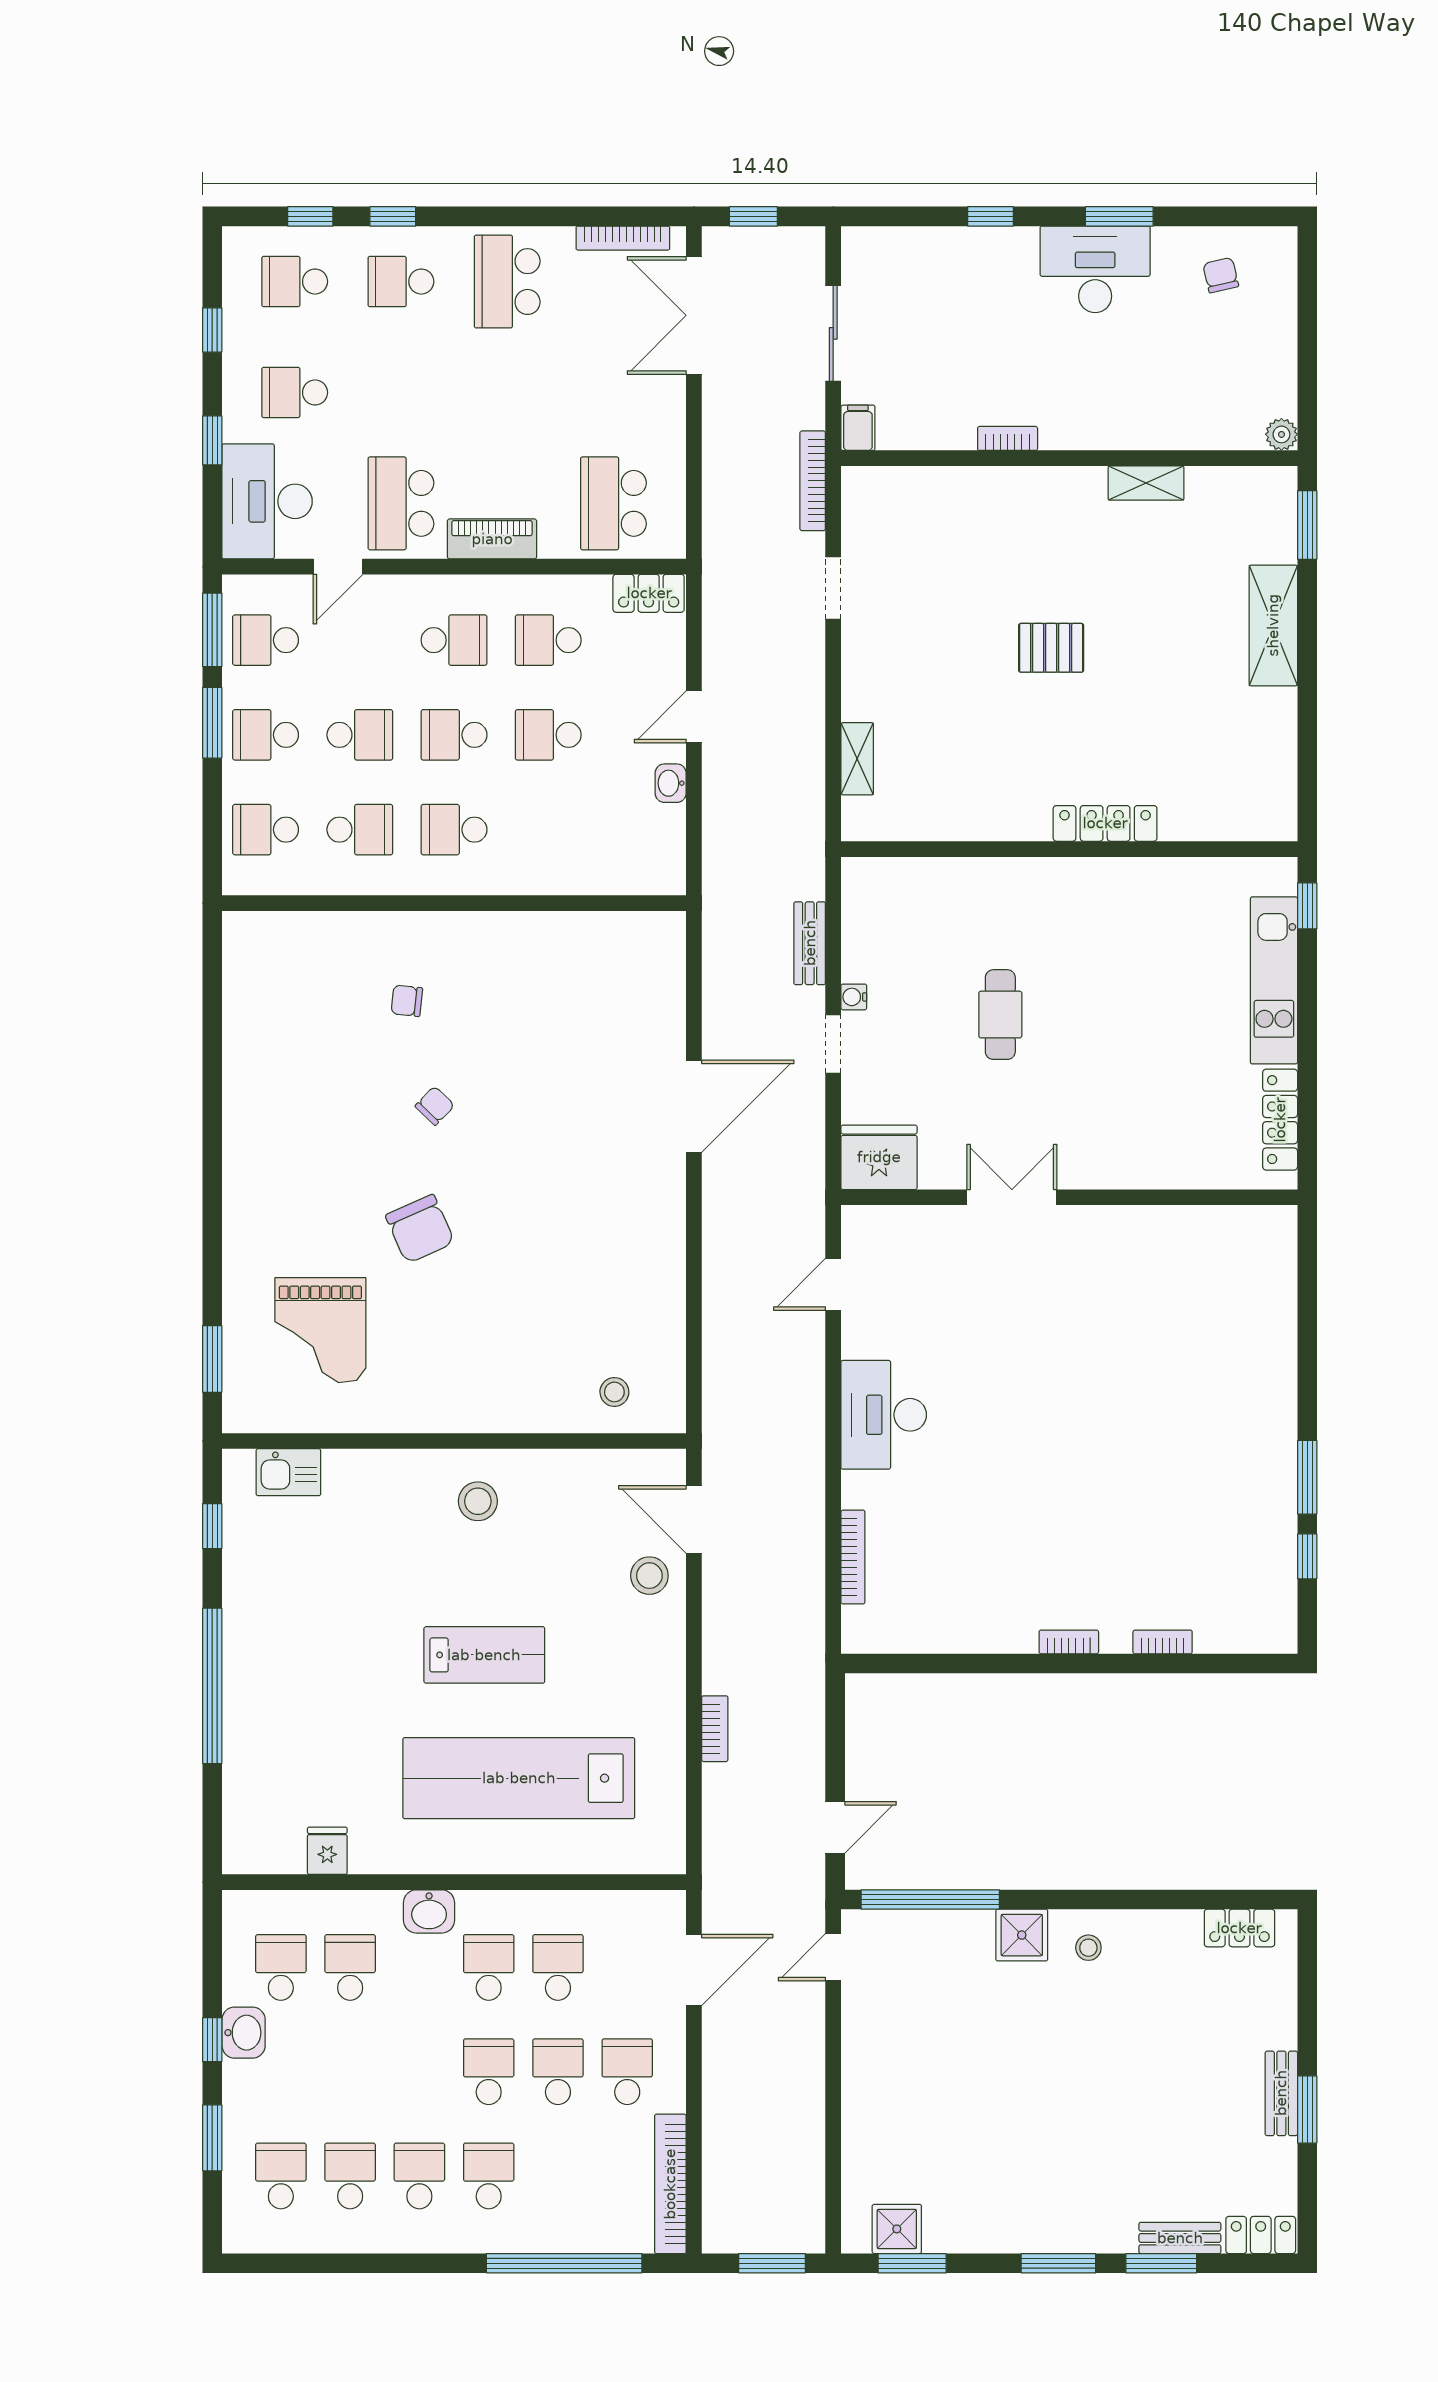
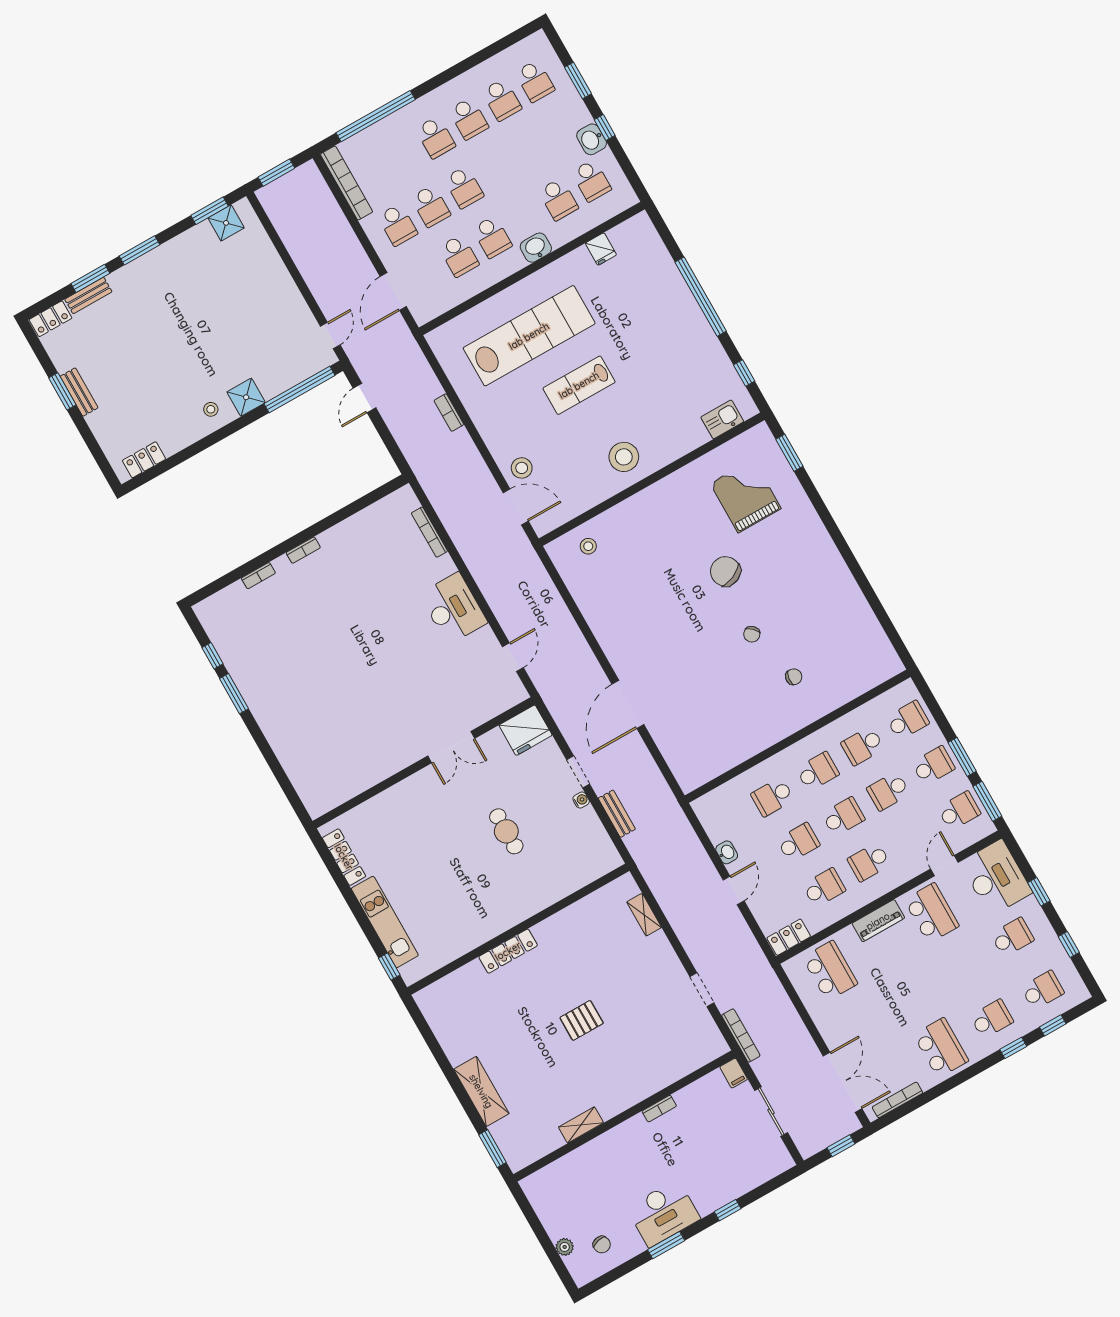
plant: (1281, 434) -> (565, 1247), moved
school desk: (548, 830) -> (773, 797), added
stool: (478, 1501) -> (624, 457), width x1.38, depth x1.38

